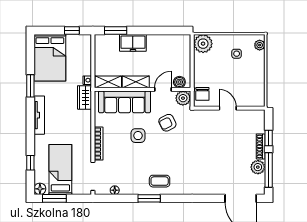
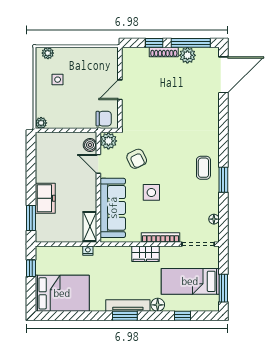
plant: (203, 44) -> (41, 123), width x0.53, depth x0.53
shelving: (136, 82) -> (90, 195), removed
window: (30, 86) -> (125, 316), moved
wardrobe: (84, 97) -> (146, 254), moved
floor lamp: (40, 189) -> (158, 305), moved

